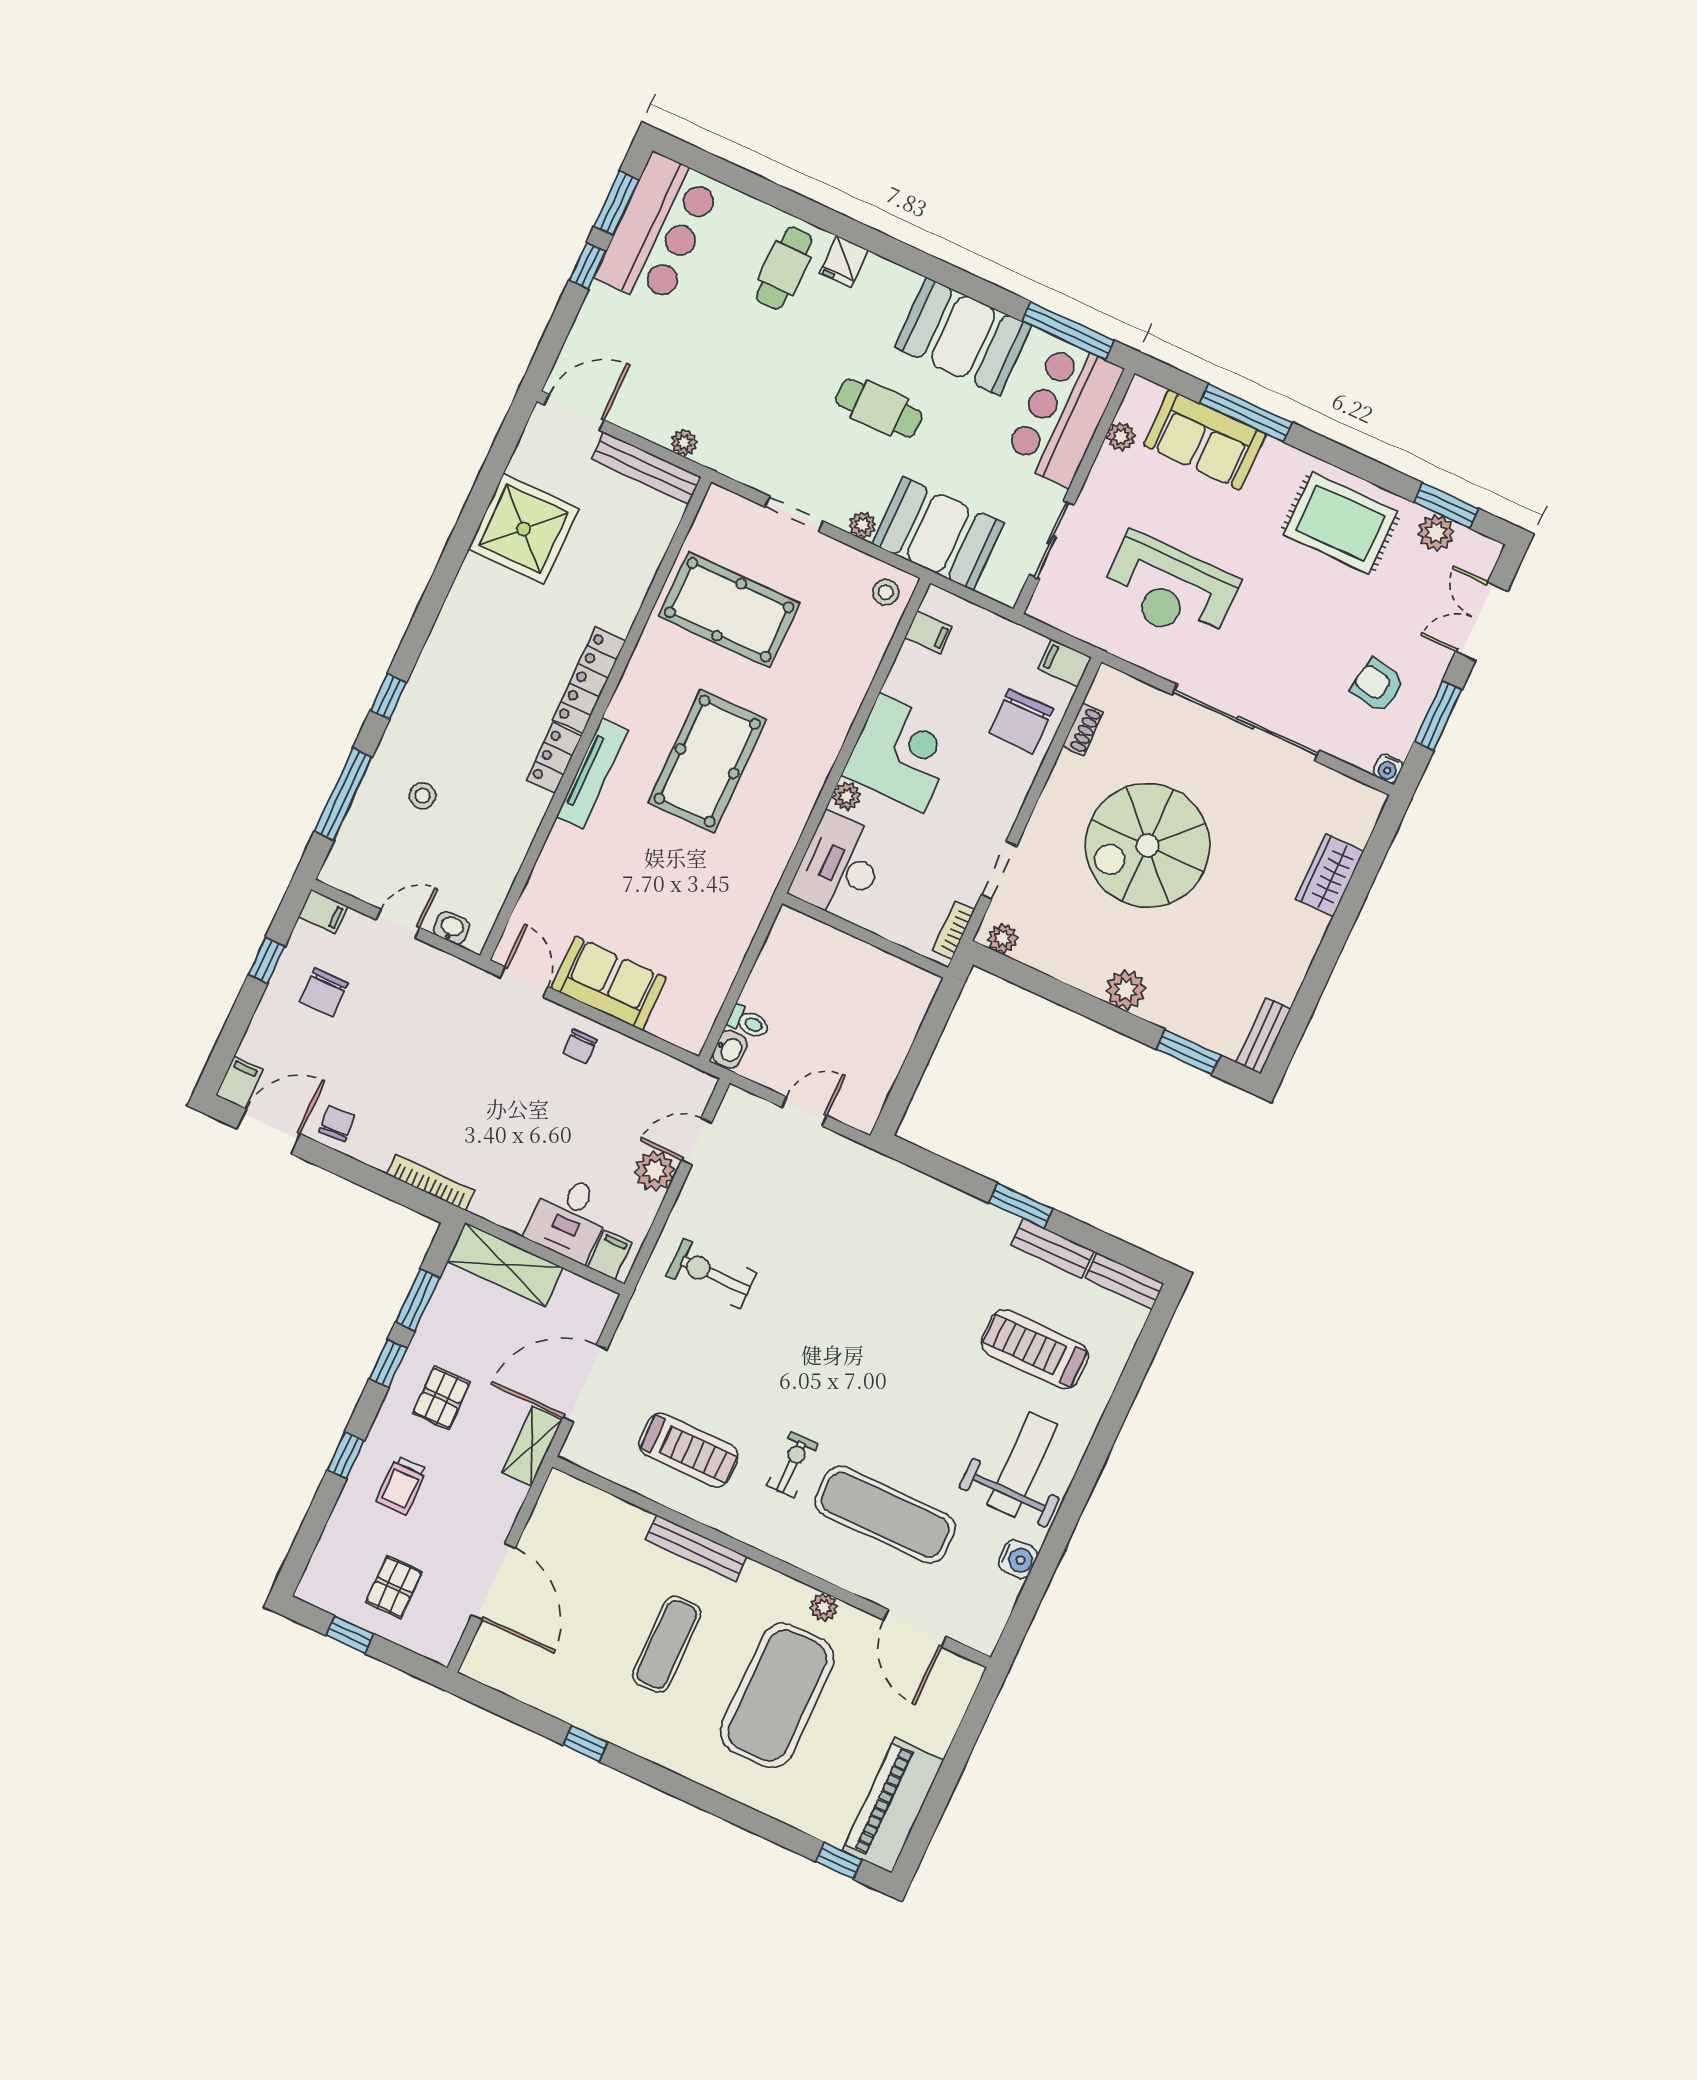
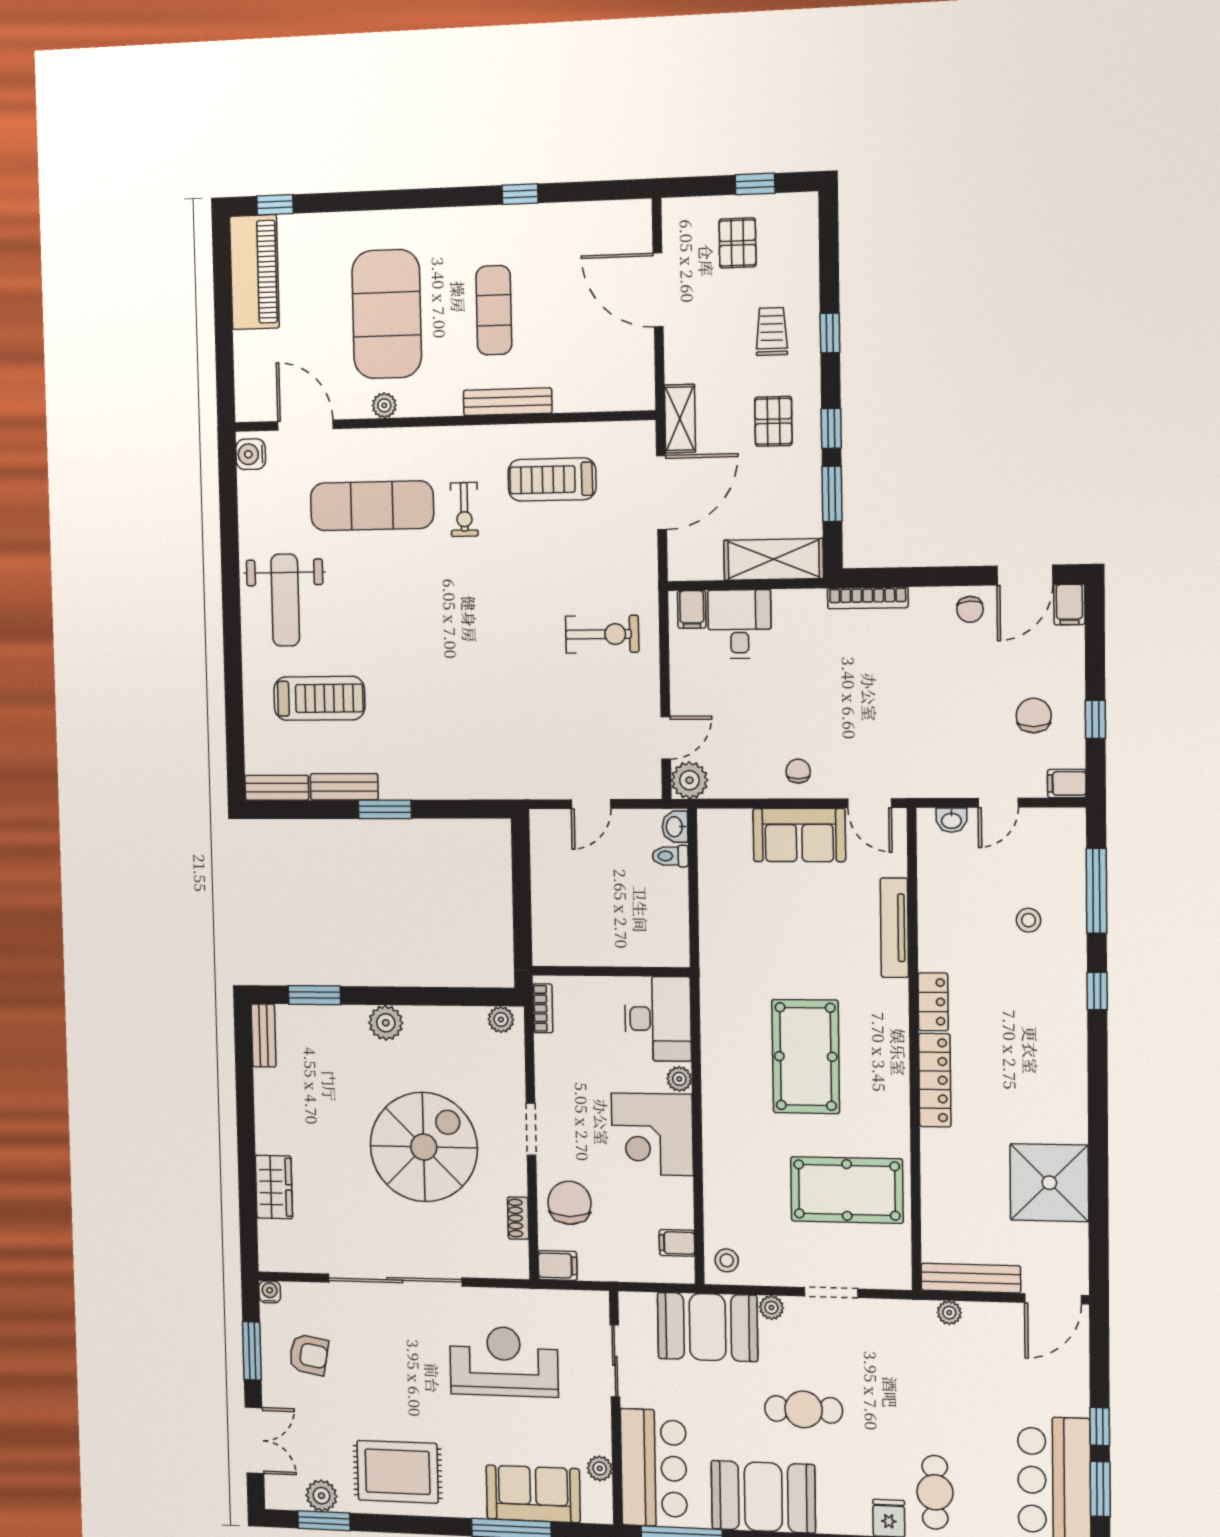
tv unit: (592, 773) -> (894, 928), moved
doorway: (999, 870) -> (531, 1129), moved
plant: (655, 1171) -> (690, 780), moved
water cooler: (1018, 1559) -> (251, 454), moved

